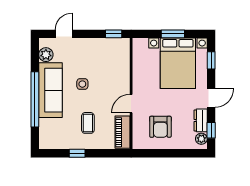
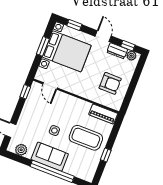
sofa: (51, 90) -> (50, 157), width x0.73
door: (131, 104) -> (50, 86), moved
coffee table: (88, 123) -> (86, 138), width x1.86, depth x1.72

